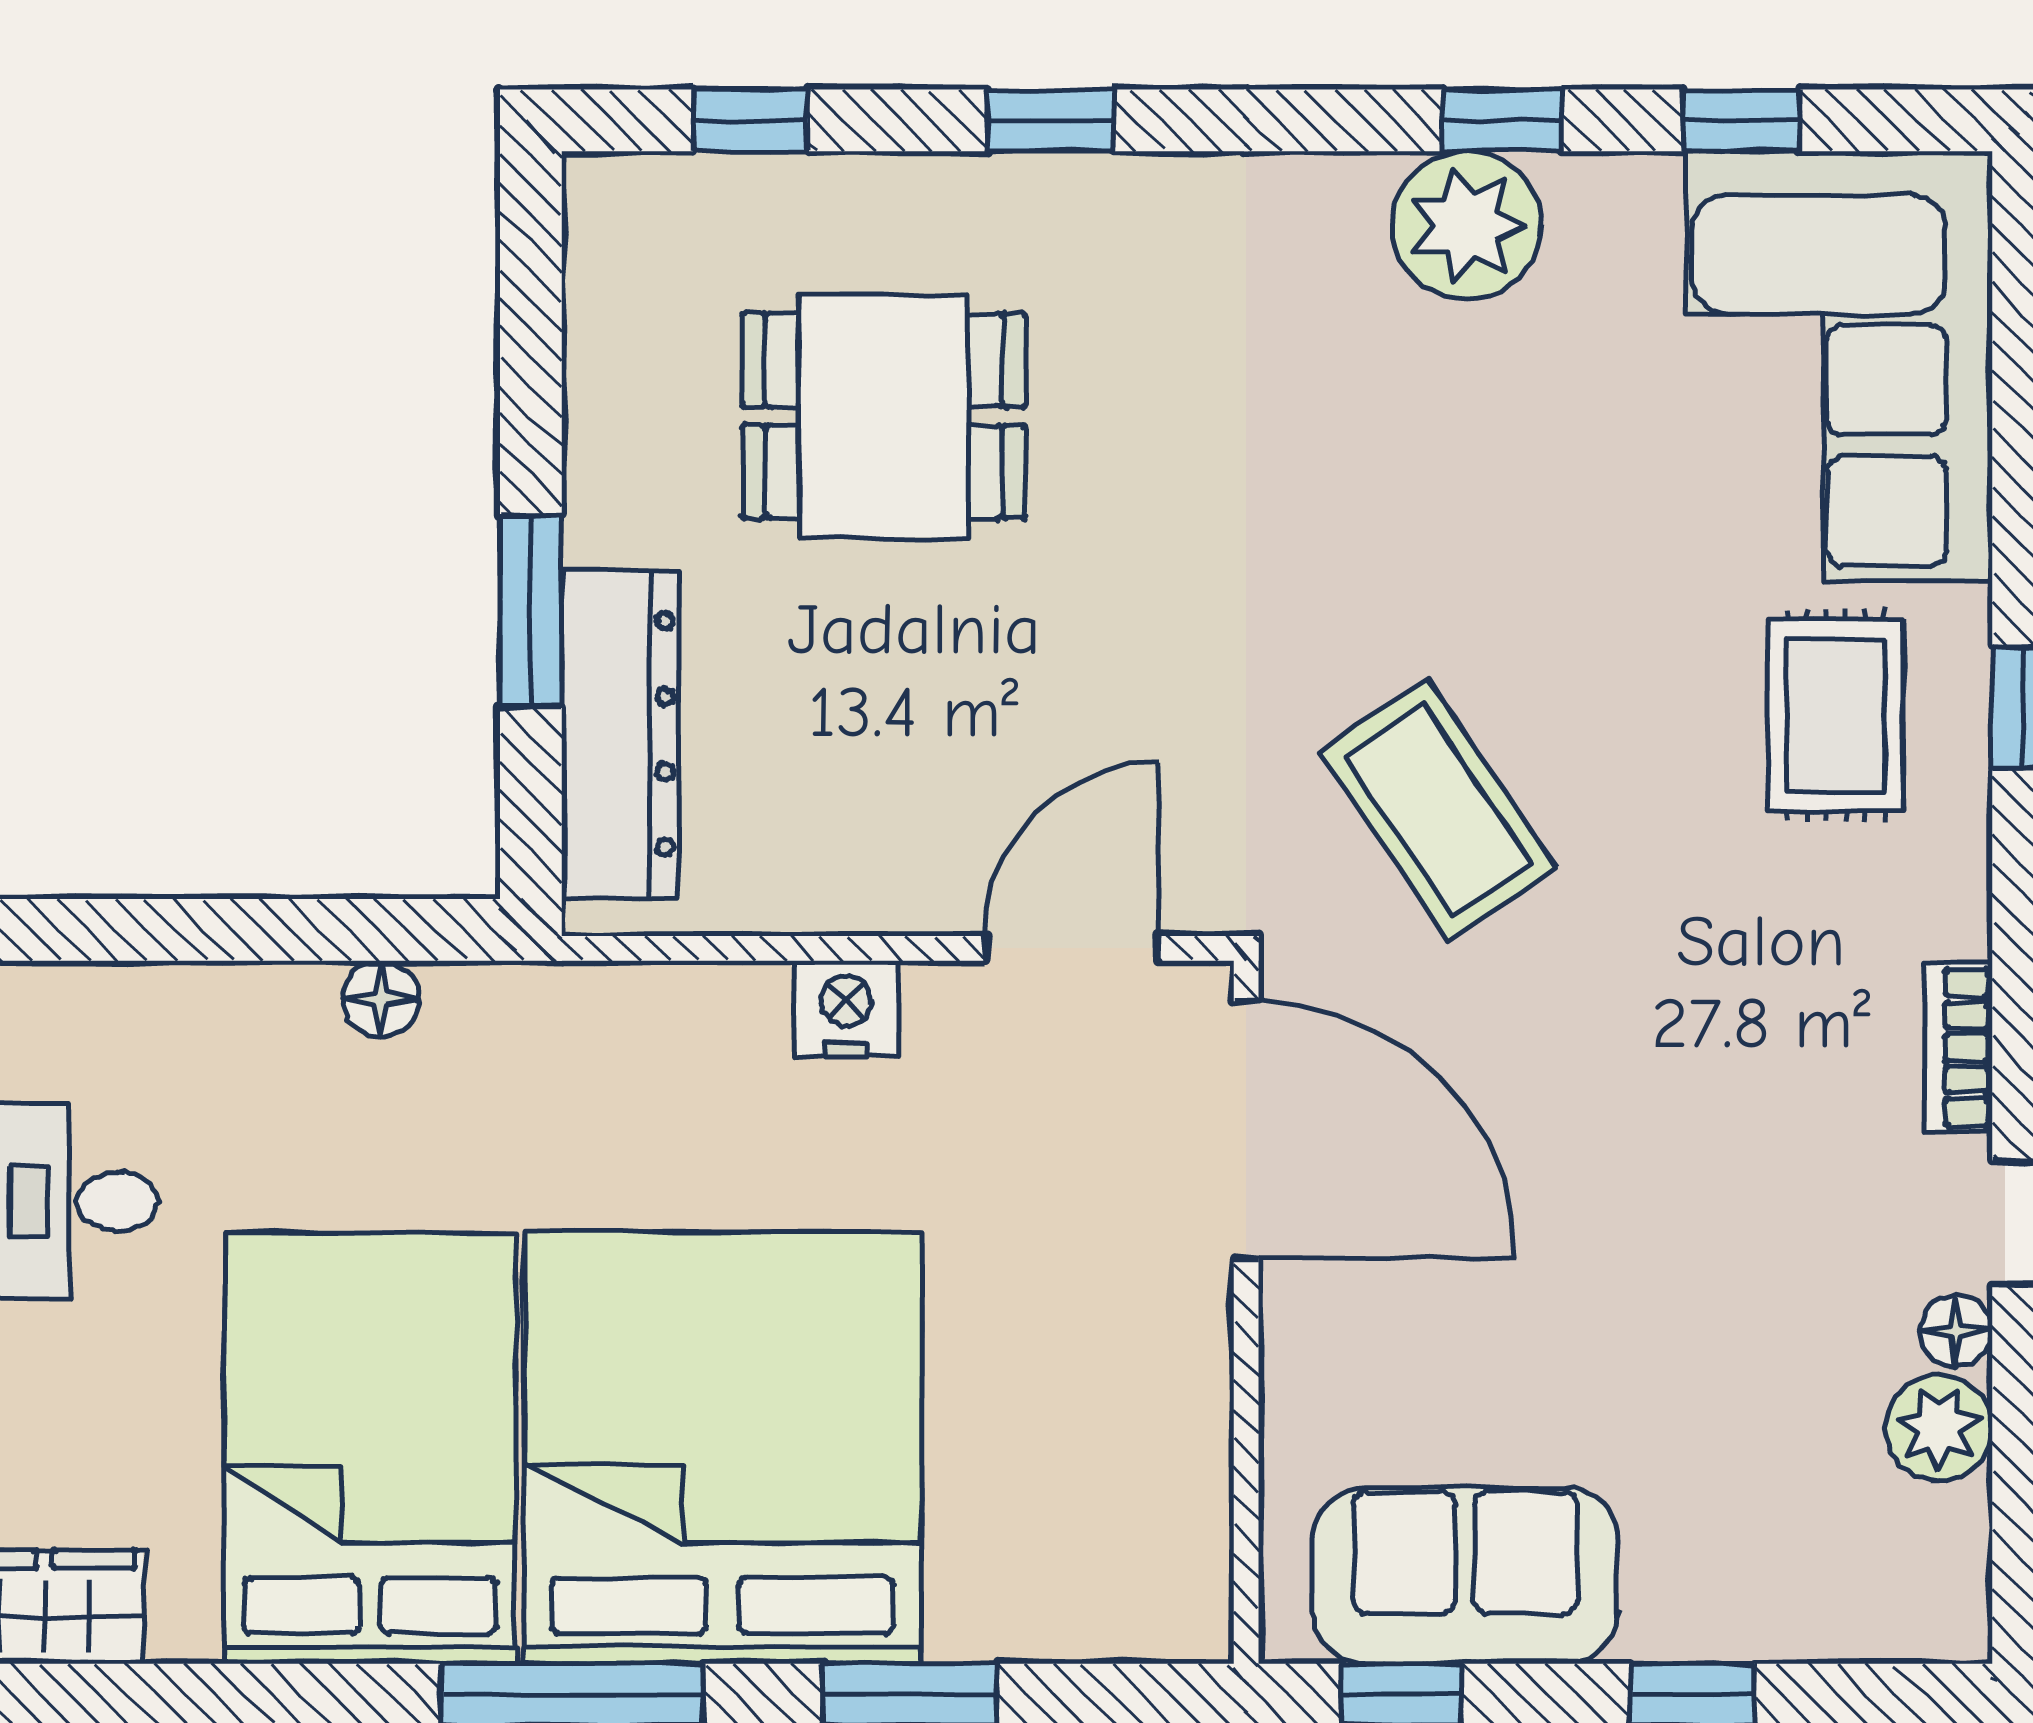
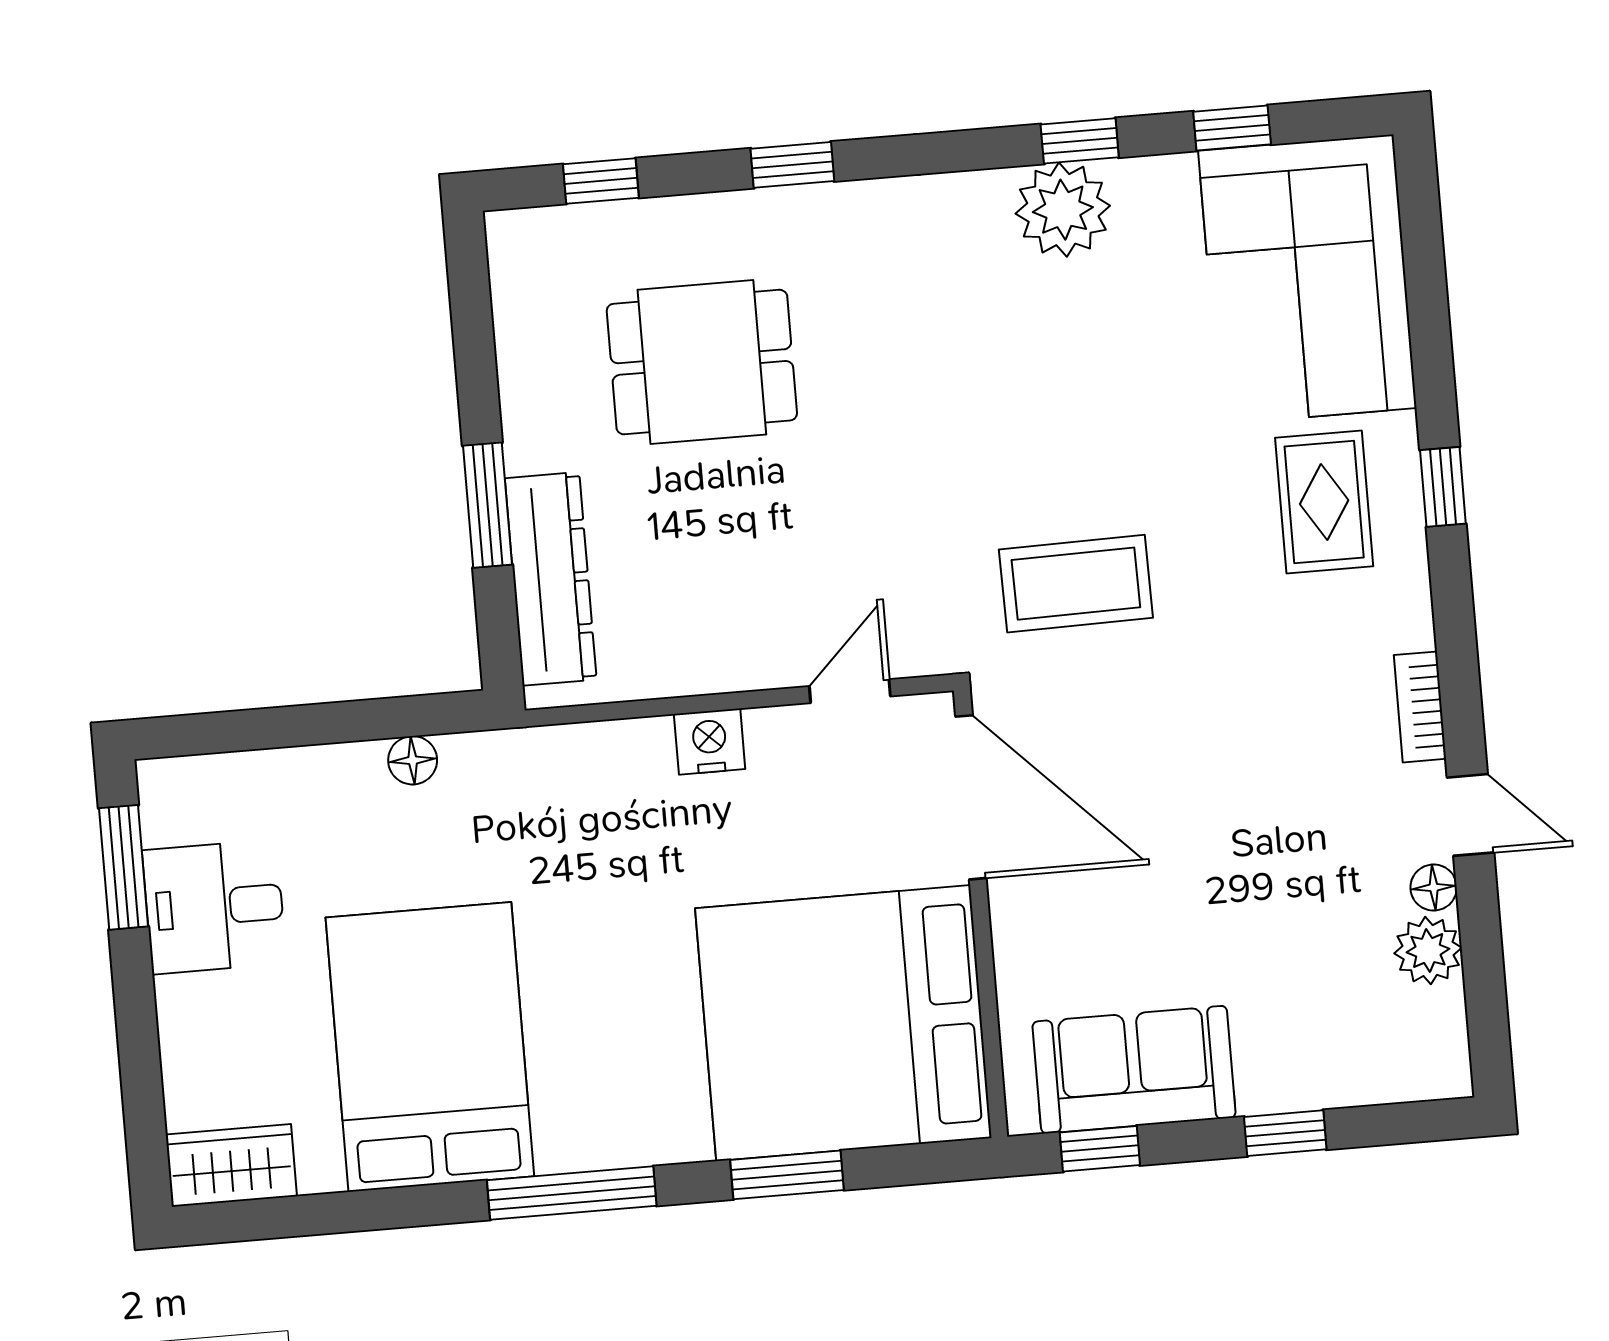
coffee table: (1438, 810) -> (1076, 584), turned -57
door: (1071, 948) -> (850, 691), width x0.73
bed: (723, 1448) -> (843, 1023), moved, turned -90

